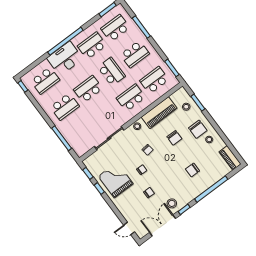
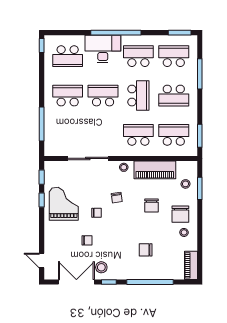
school desk: (65, 107) -> (68, 96), turned 180

